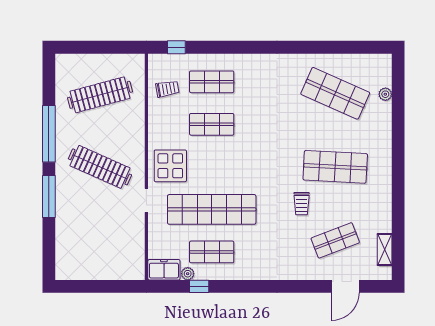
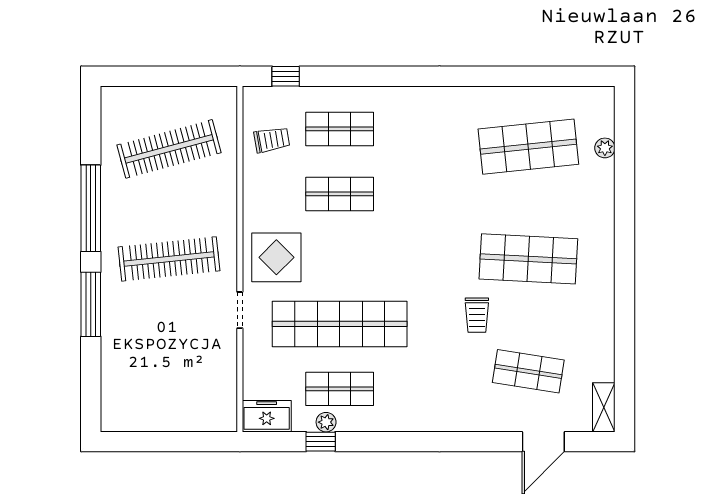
shop shelf: (335, 93) -> (528, 147), turned -30
clothes rail: (100, 167) -> (169, 259), turned -30
shop shelf: (335, 240) -> (528, 371), turned 30
shelving: (385, 249) -> (604, 407), moved
plant: (188, 274) -> (326, 422), moved

